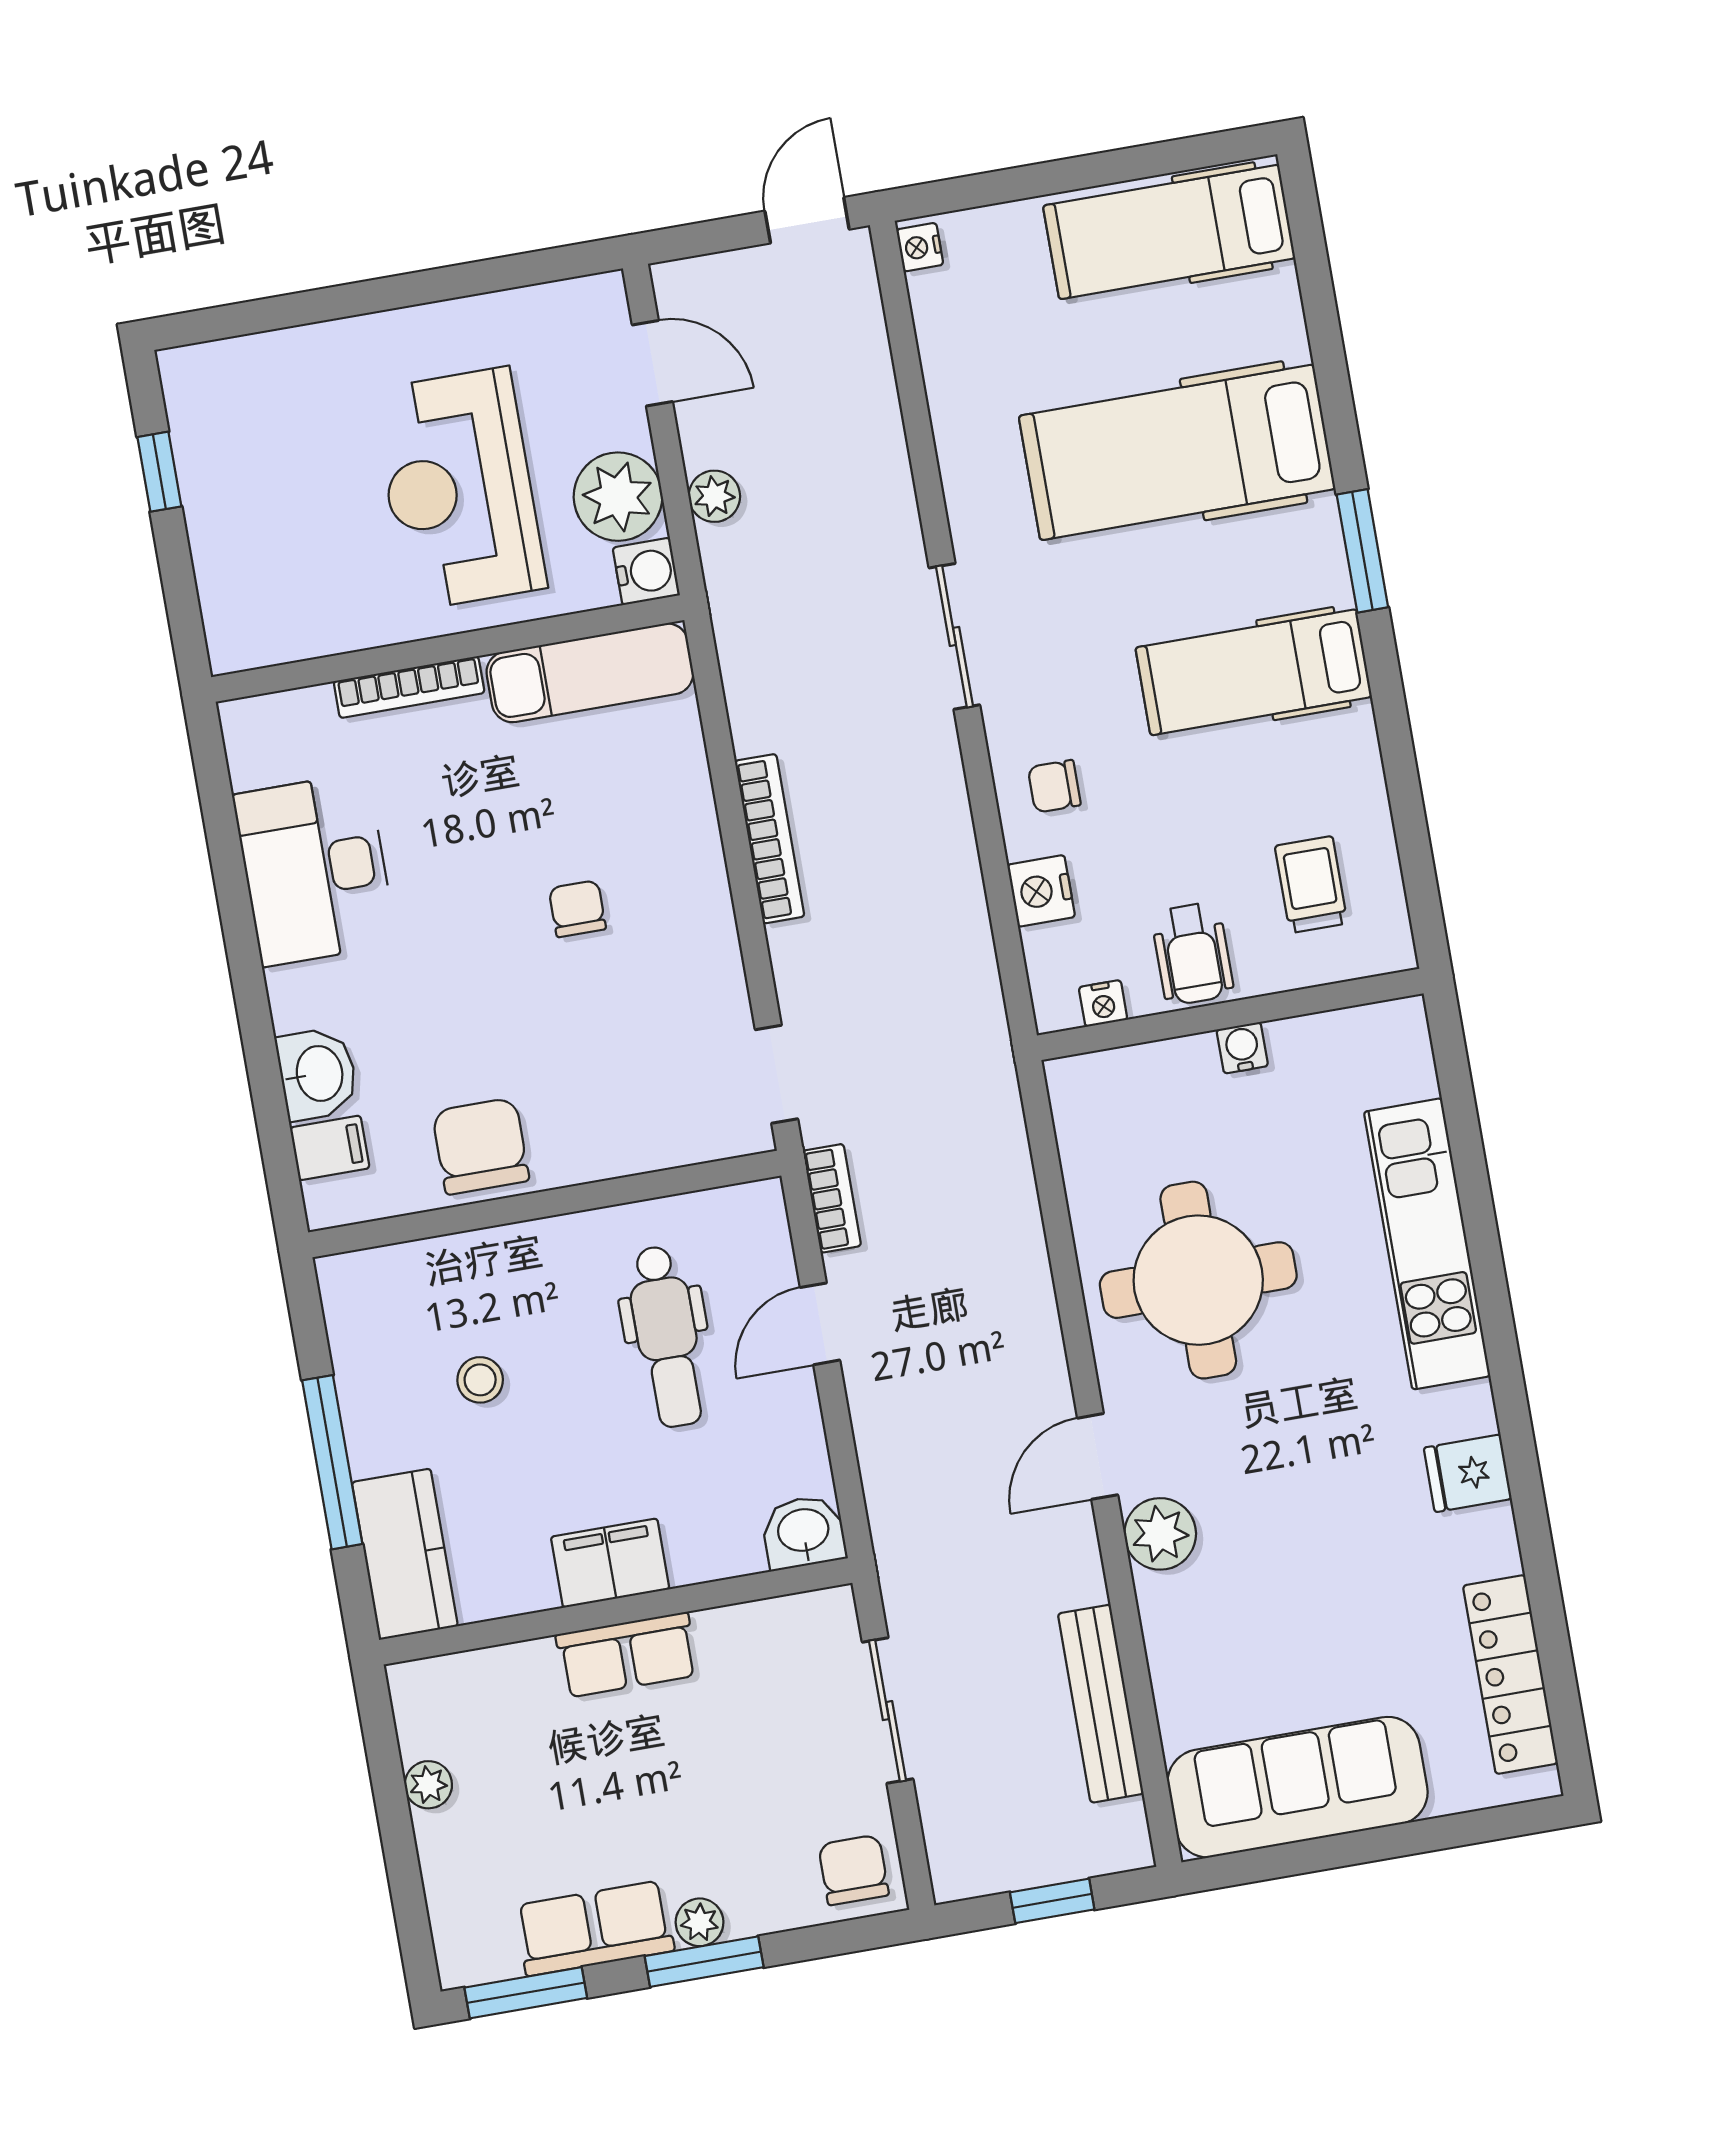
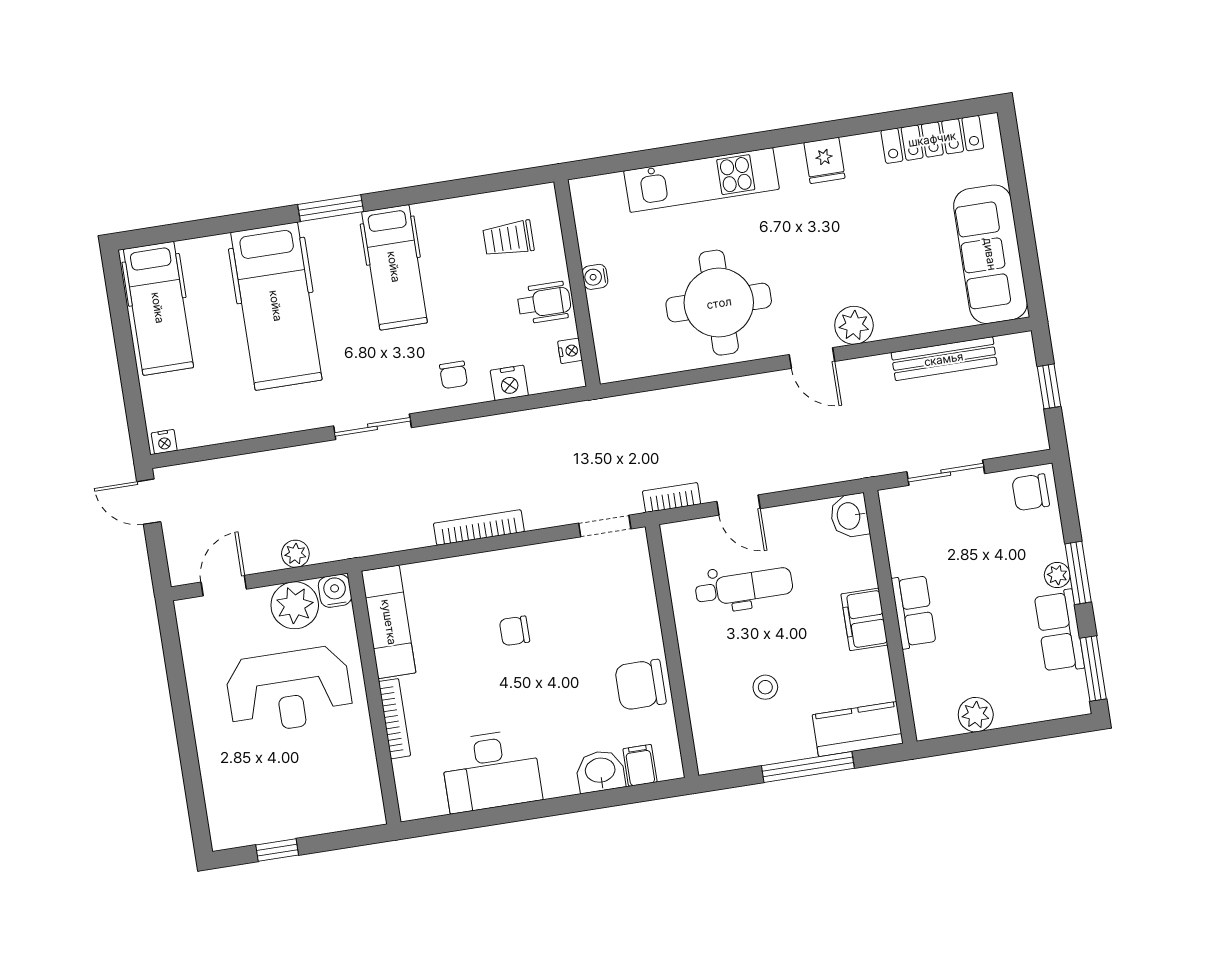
plant: (428, 1785) -> (976, 715), width x1.38, depth x1.38

